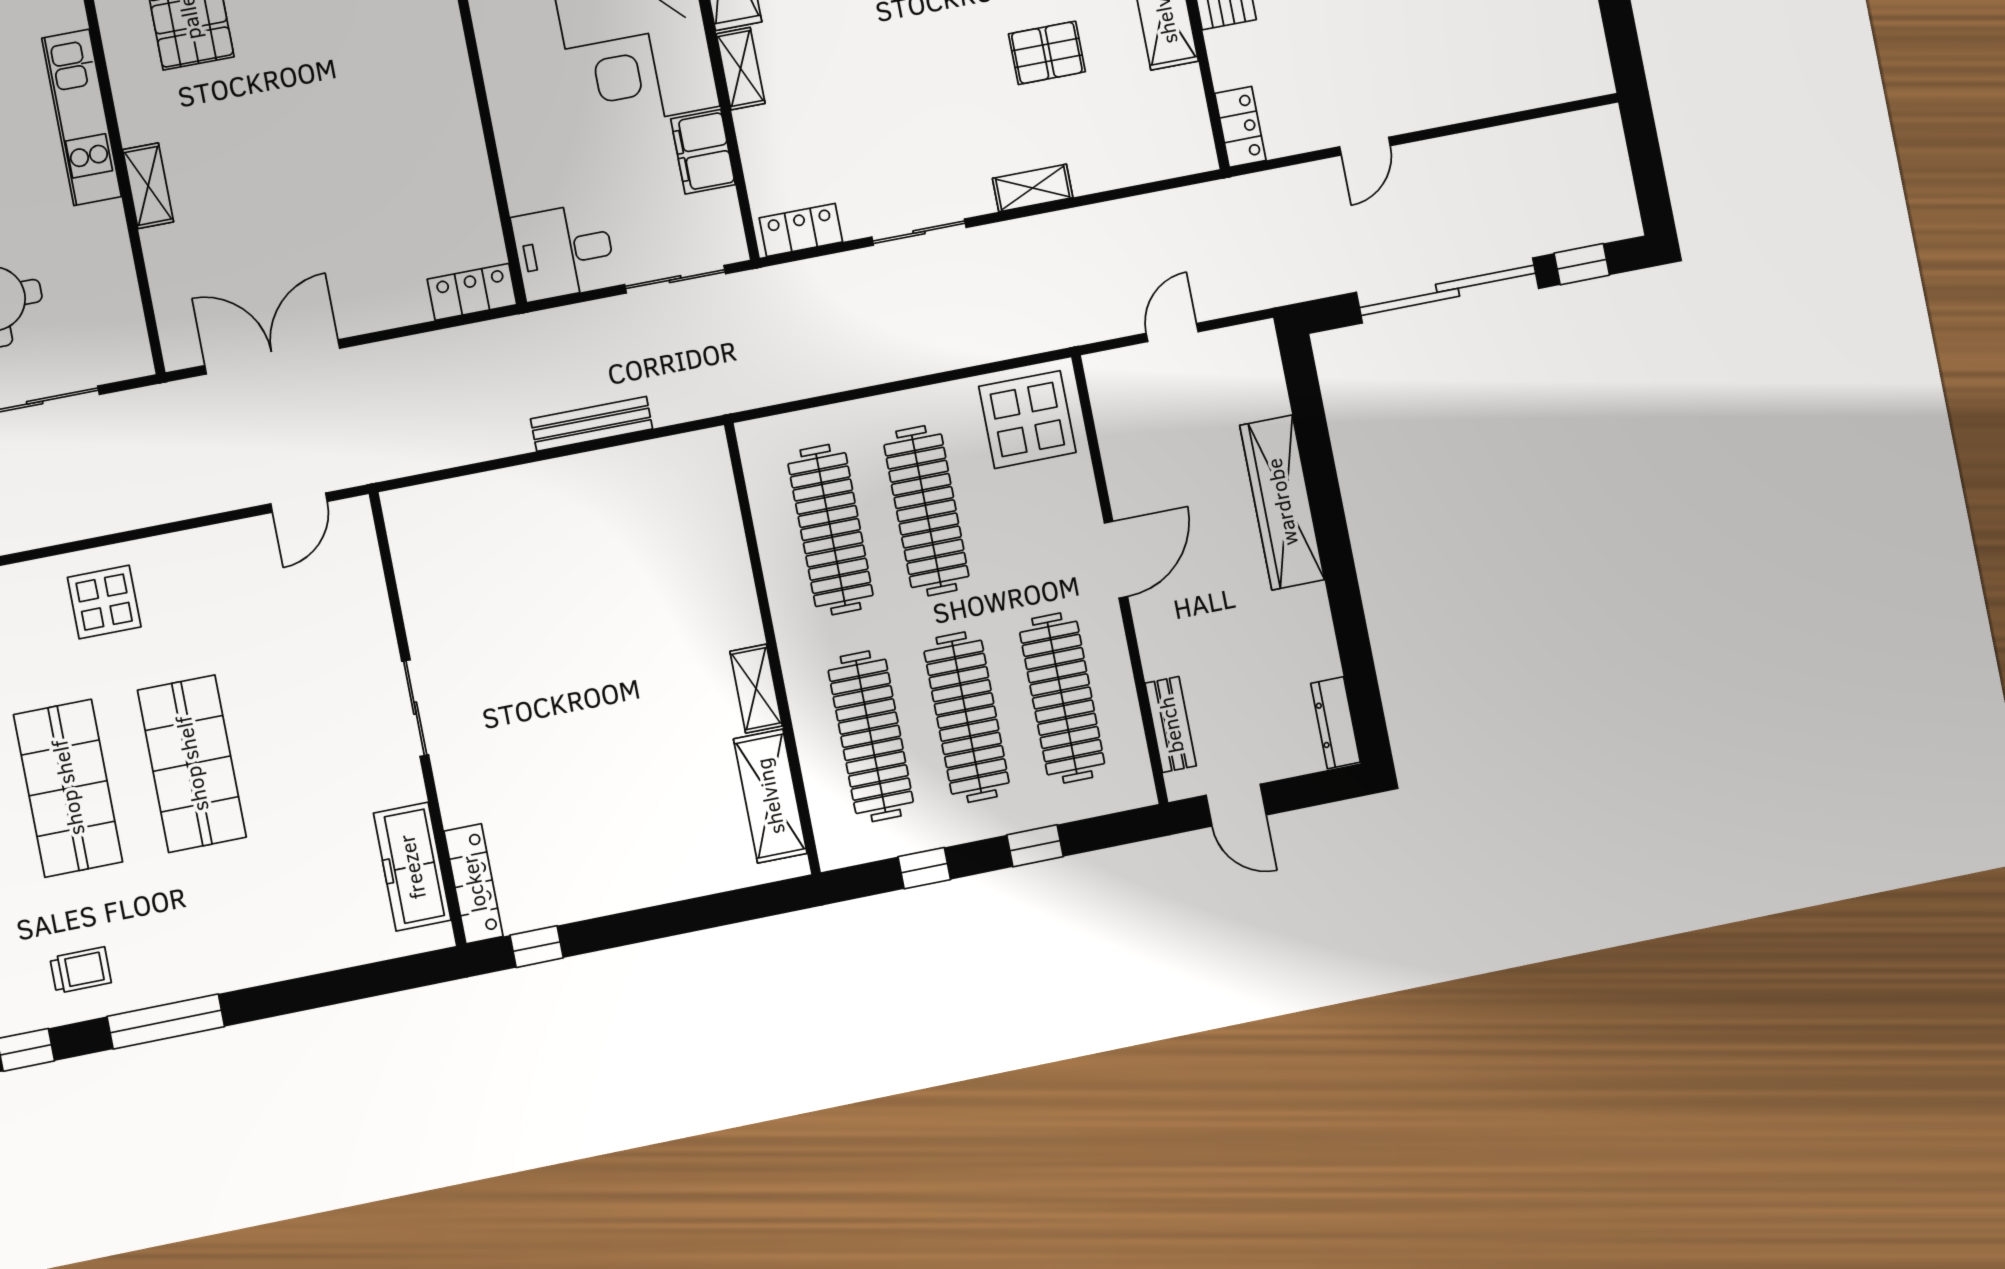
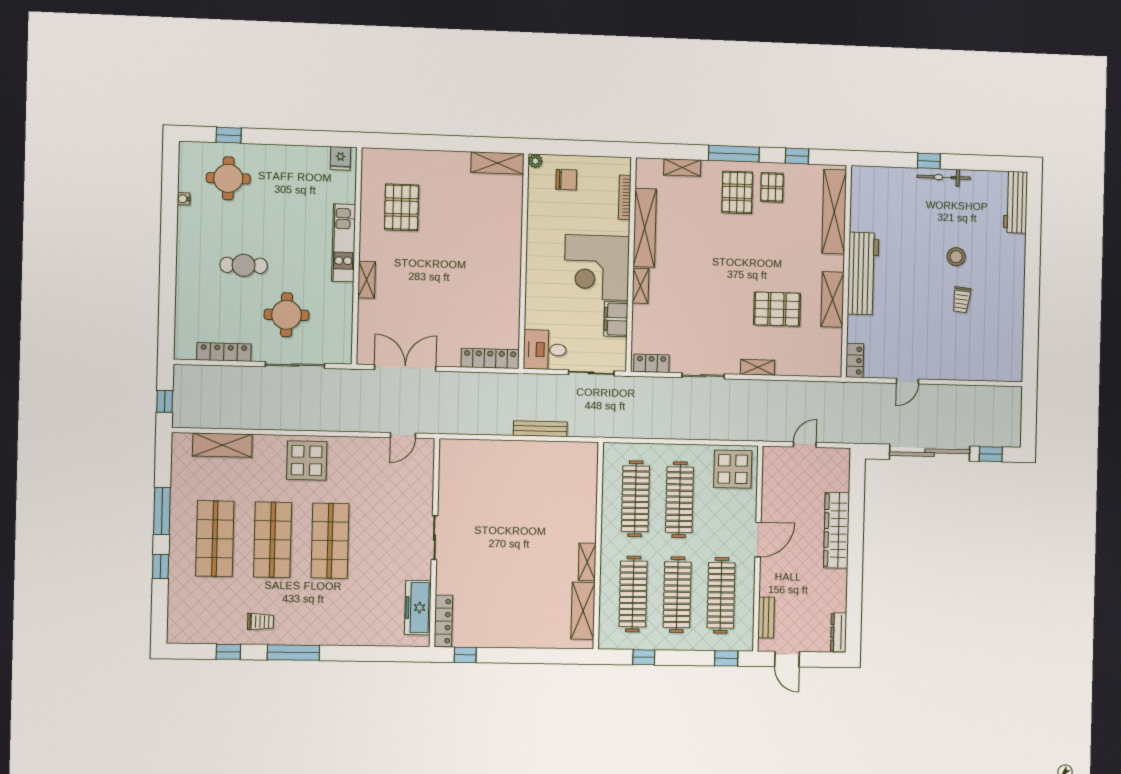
pallet: (1047, 53) -> (777, 309), width x1.50, depth x1.42
locker: (472, 292) -> (490, 358), width x1.53
display table: (104, 602) -> (307, 460), width x1.36, depth x1.36
window: (1035, 846) -> (726, 658), moved

